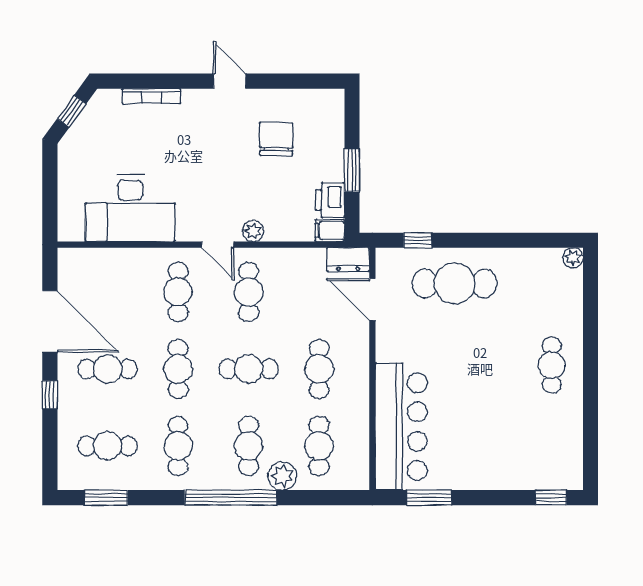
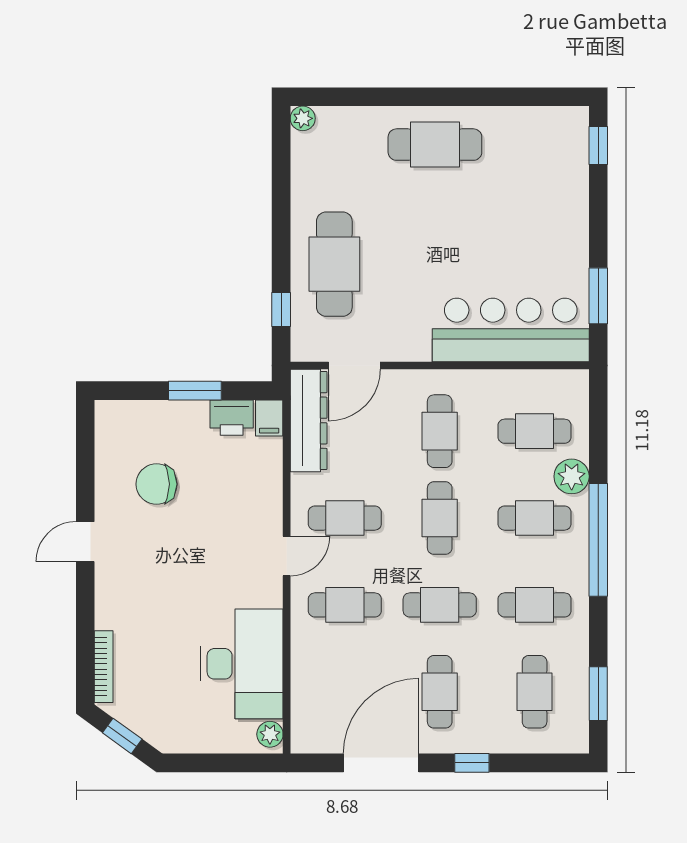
bookcase: (151, 96) -> (104, 667), moved
plant: (253, 231) -> (270, 734), moved
dresser: (348, 260) -> (309, 421), width x1.96, depth x1.24
cafe table: (552, 365) -> (435, 145), width x1.37, depth x1.35
cafe table: (319, 369) -> (440, 431), turned 90

